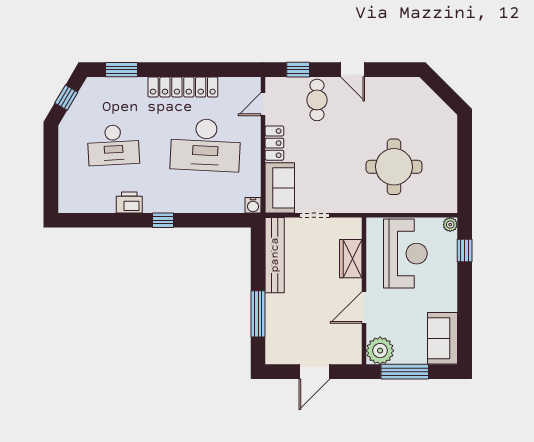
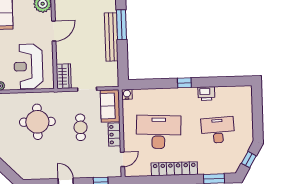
cafe table: (317, 100) -> (80, 127), moved
bench: (275, 255) -> (111, 37), moved
wardrobe: (351, 259) -> (64, 76), moved

